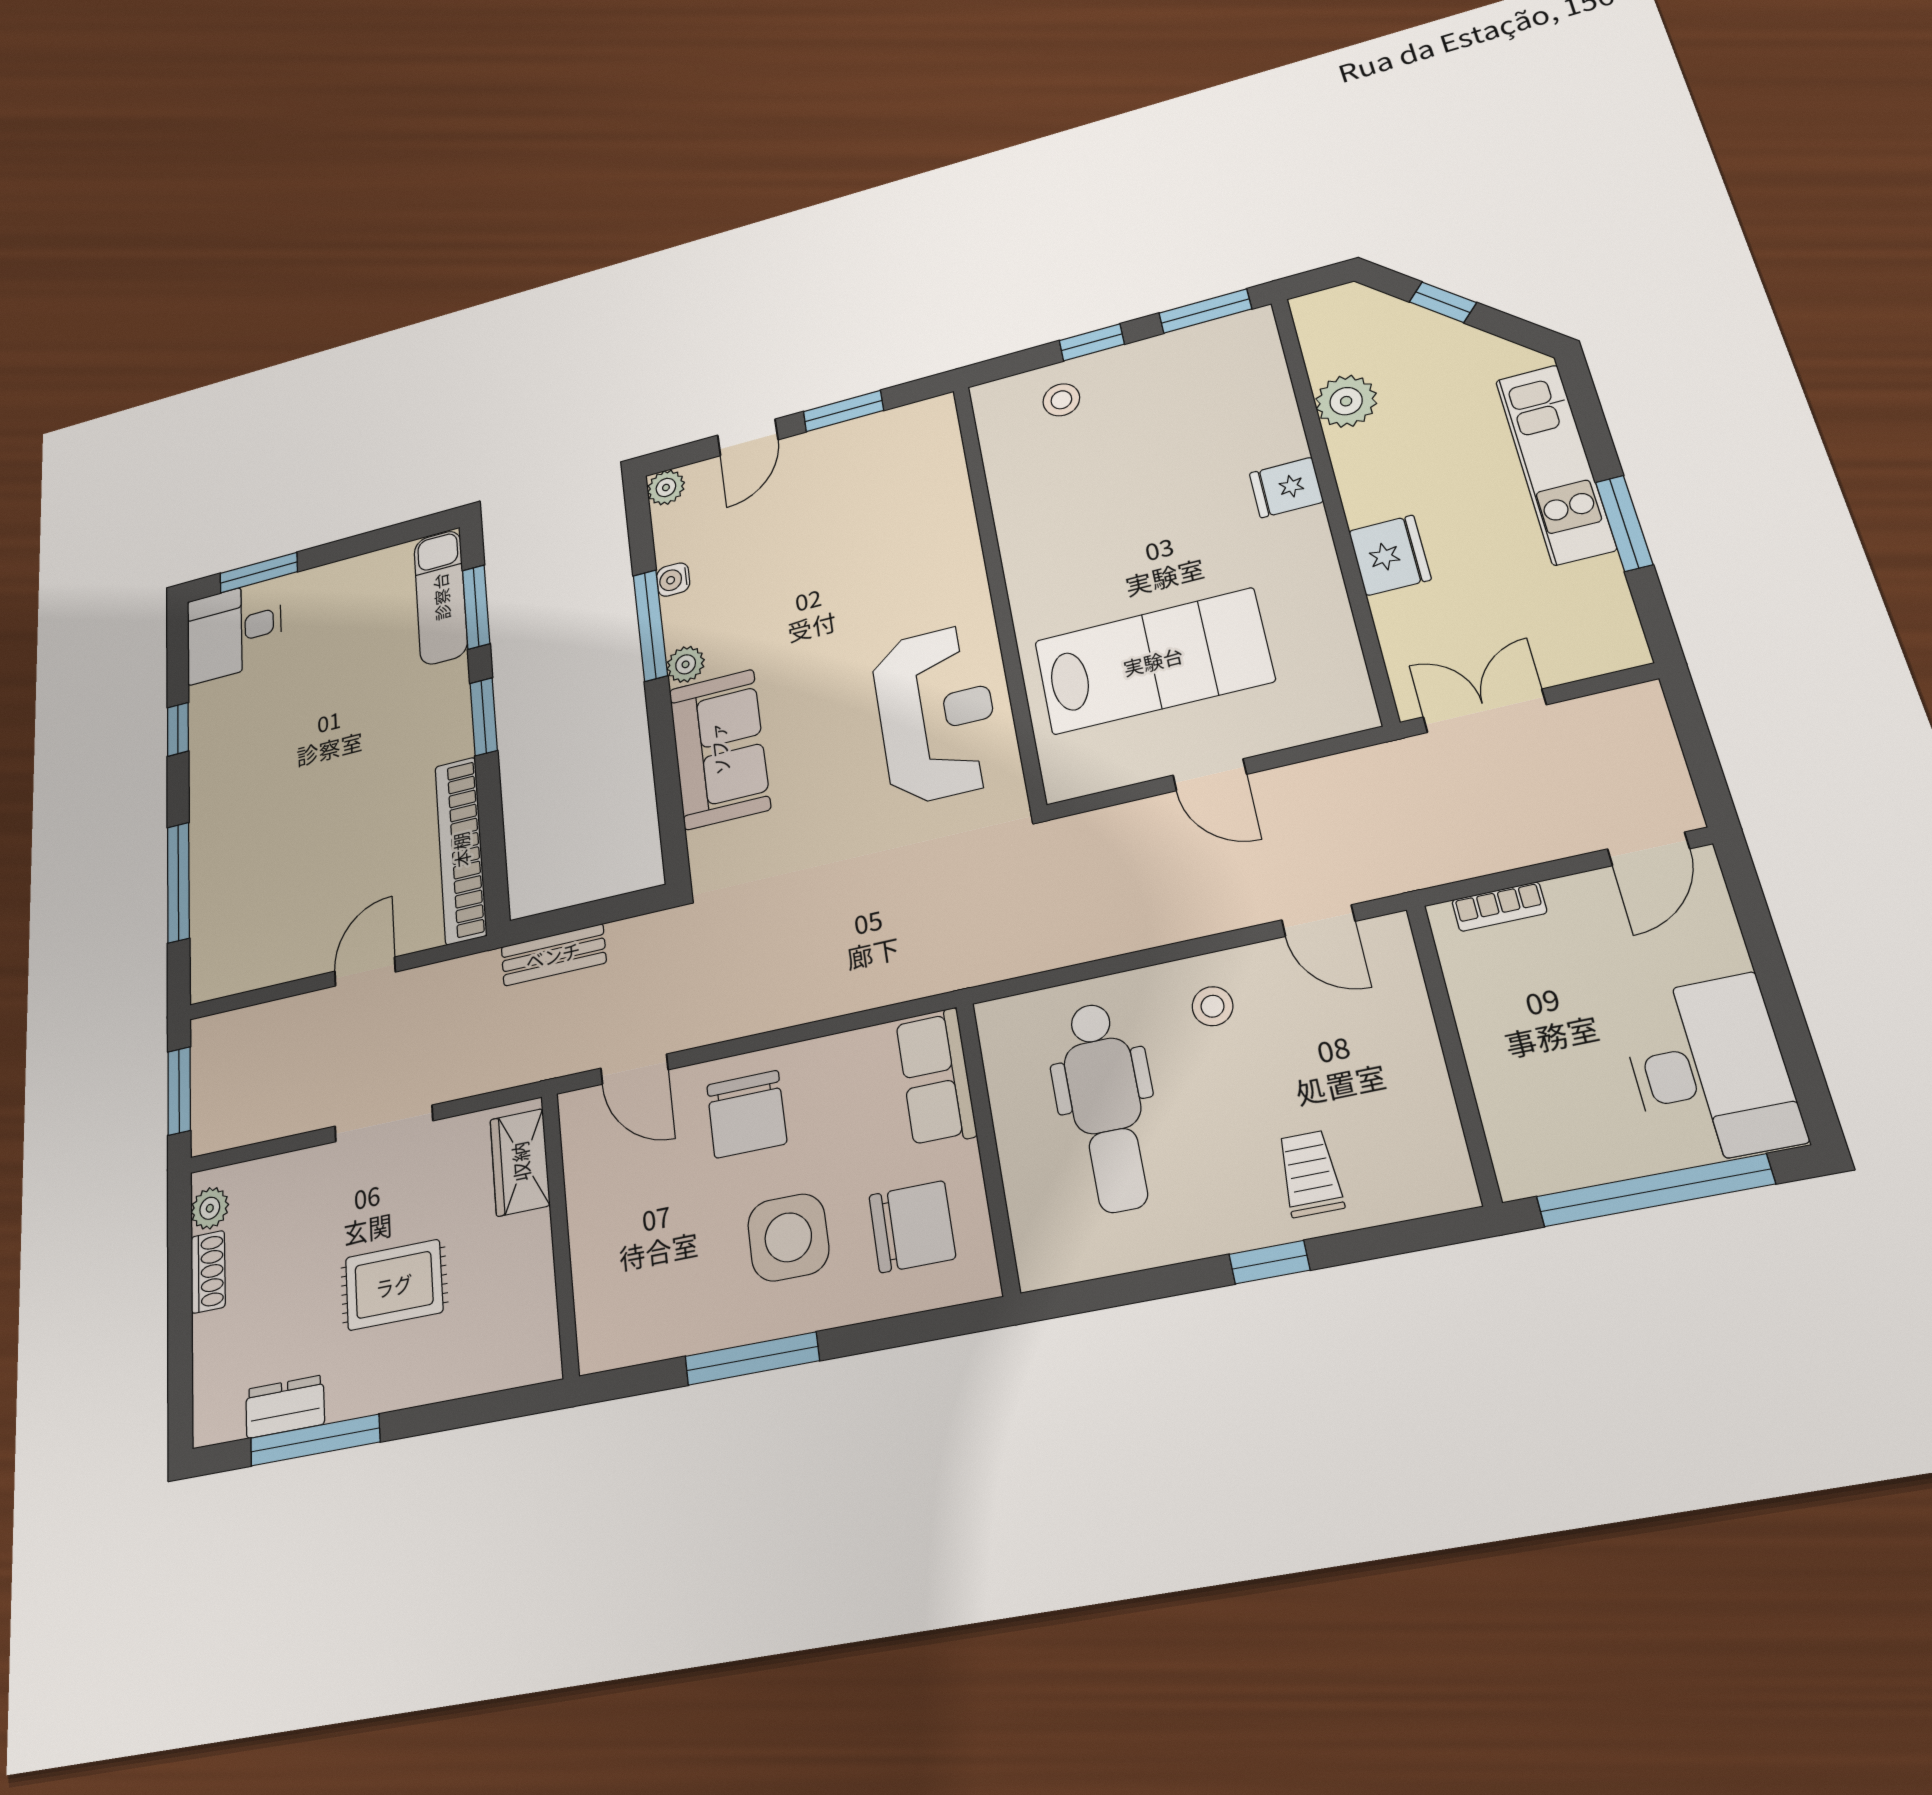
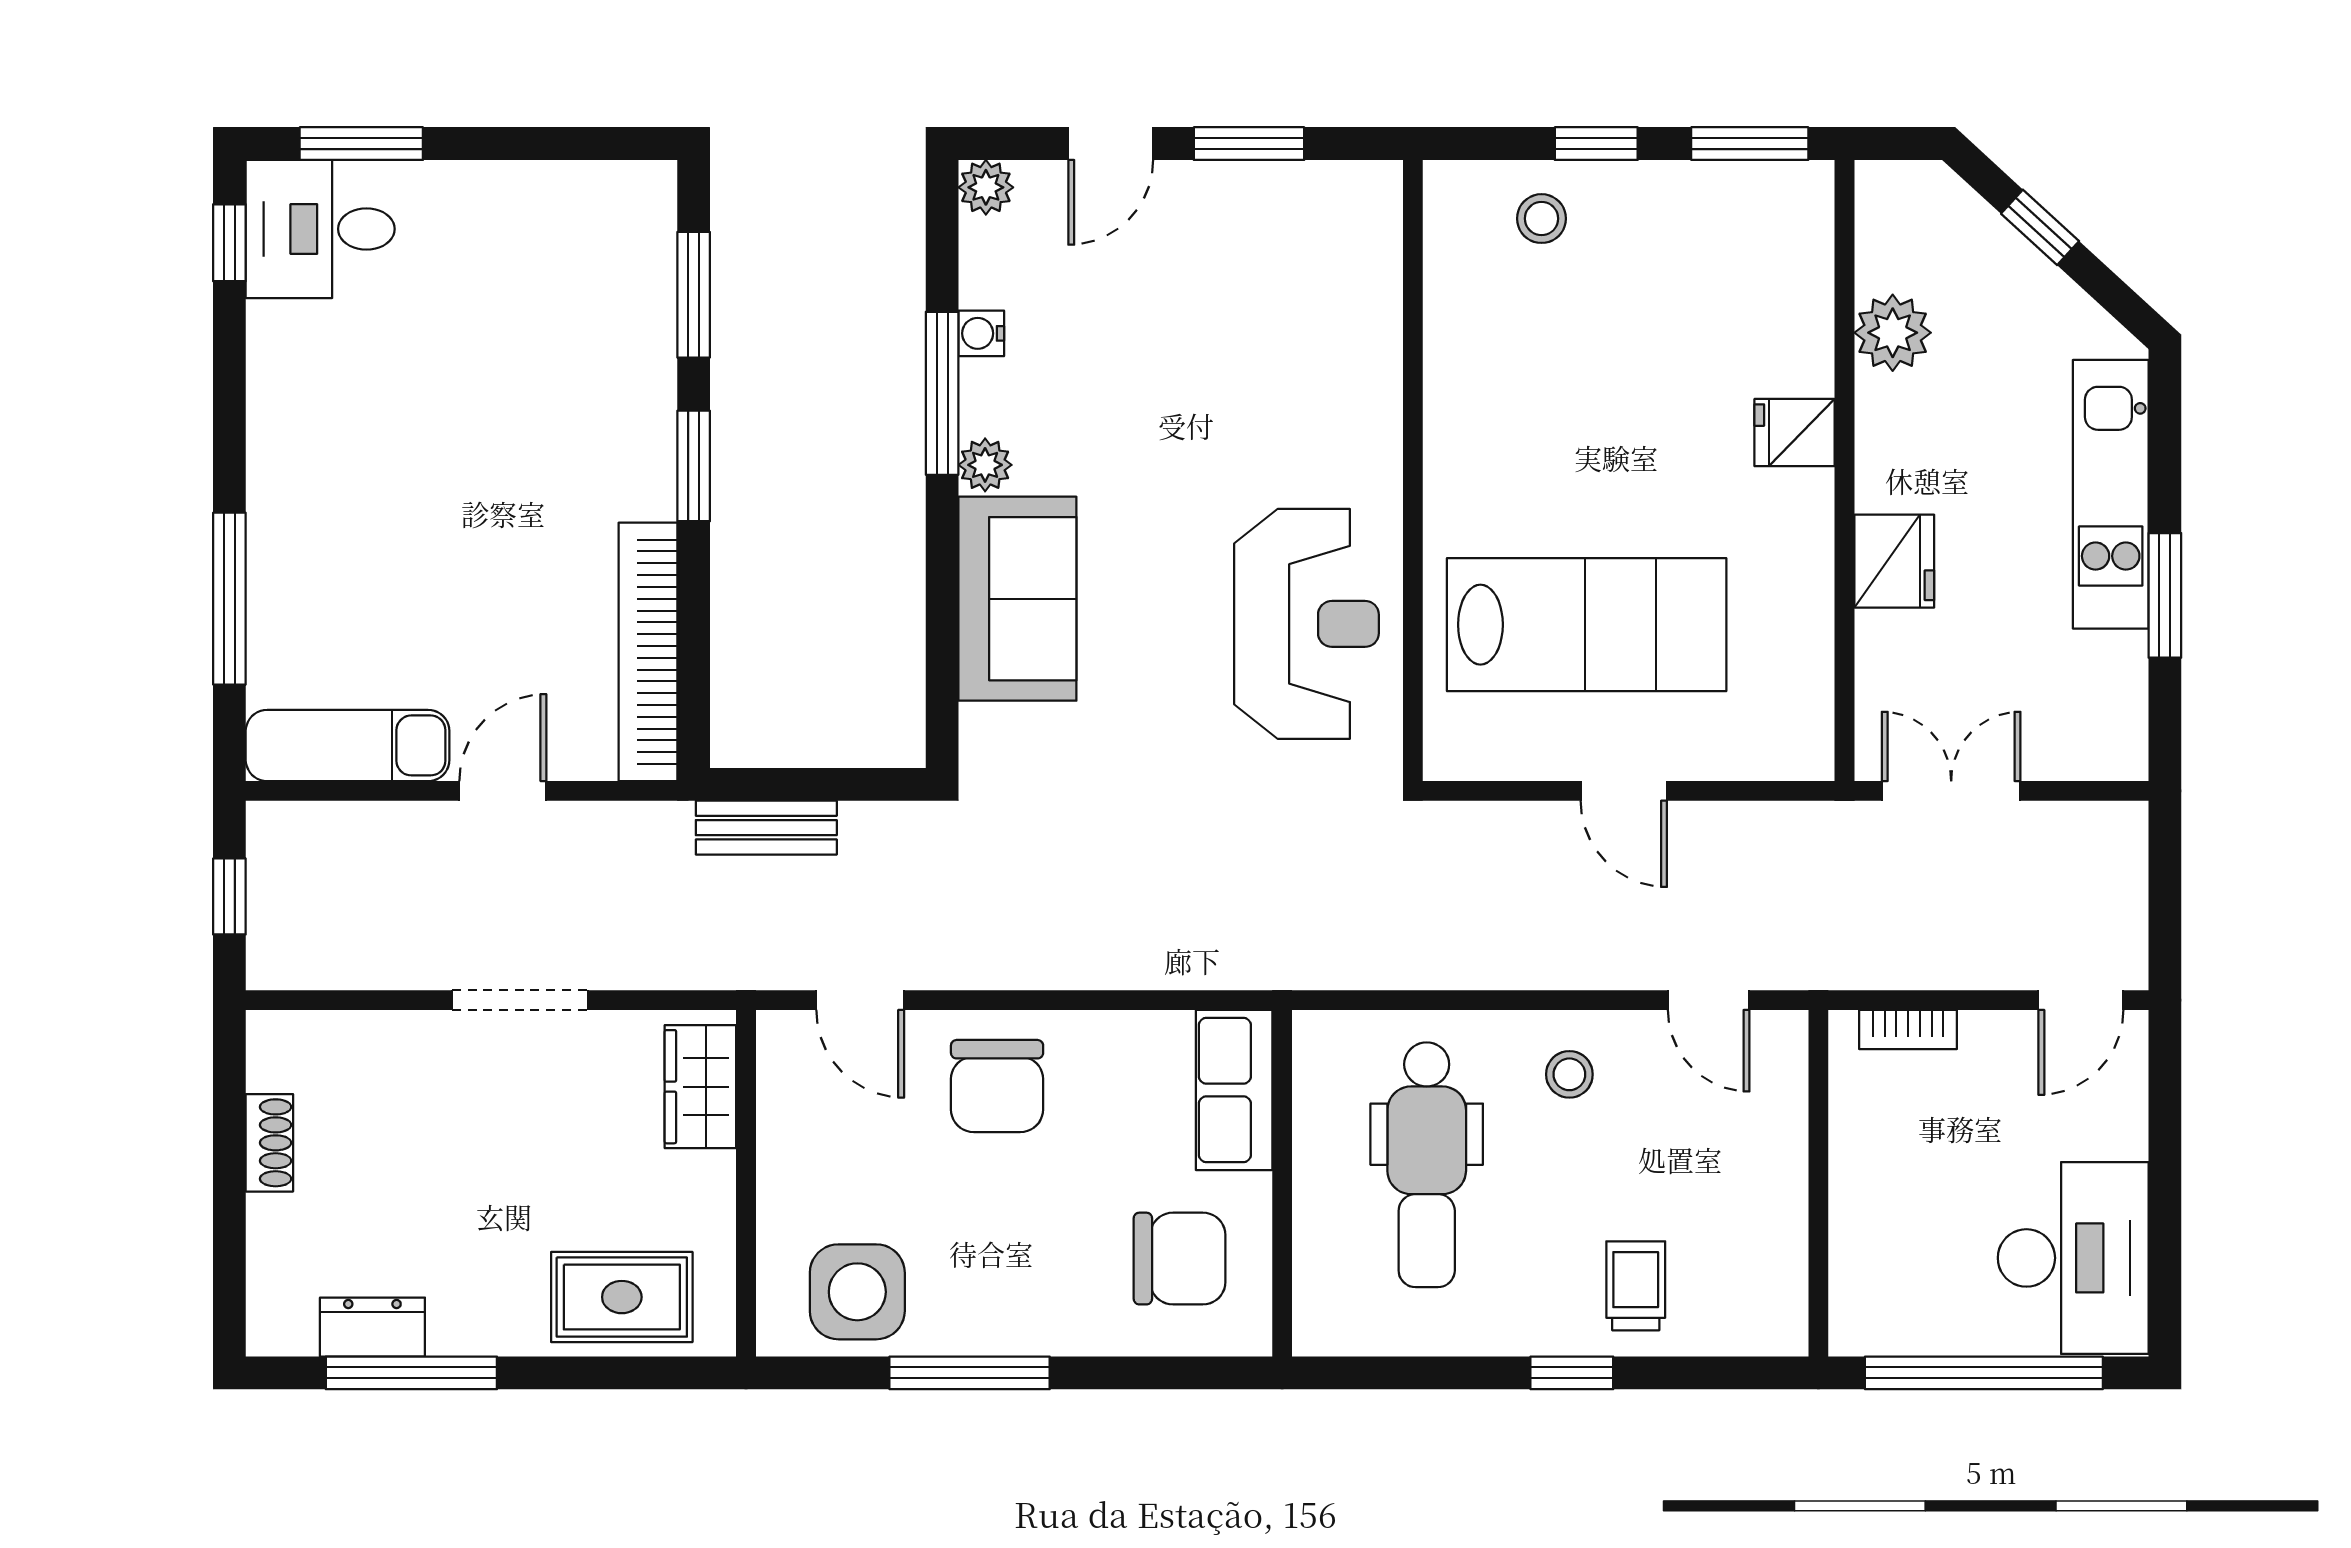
exam couch: (441, 597) -> (348, 745), moved, turned 90
window: (178, 729) -> (229, 243), moved
window: (179, 1091) -> (229, 896), width x0.67
plant: (210, 1208) -> (273, 1062), removed
side table: (788, 1237) -> (857, 1292), moved
rug: (394, 1285) -> (622, 1297), moved

